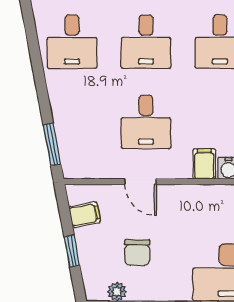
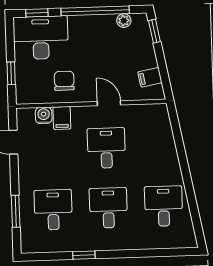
window: (52, 144) -> (176, 129), removed
window: (72, 251) -> (154, 31), moved
chair: (137, 252) -> (64, 81), moved

